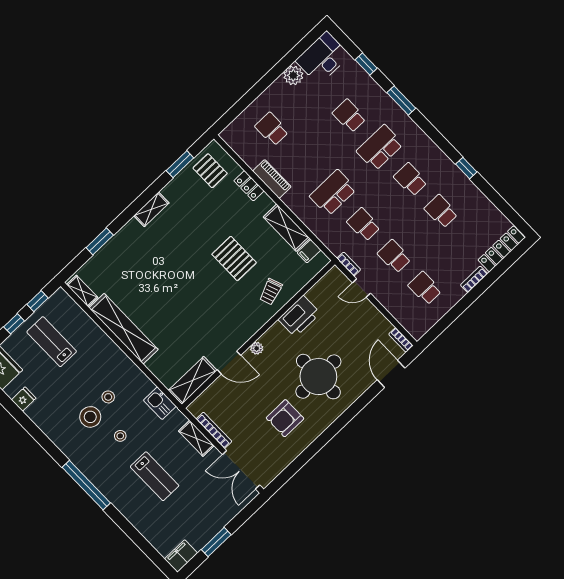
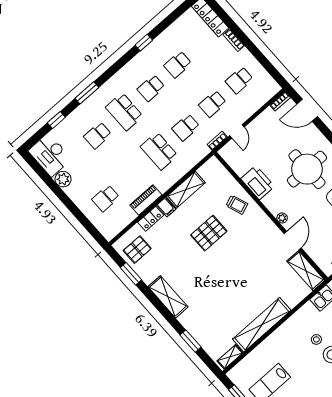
shelving: (151, 209) -> (168, 297), width x1.50, depth x1.33
filing cabinet: (309, 251) -> (166, 207), moved

